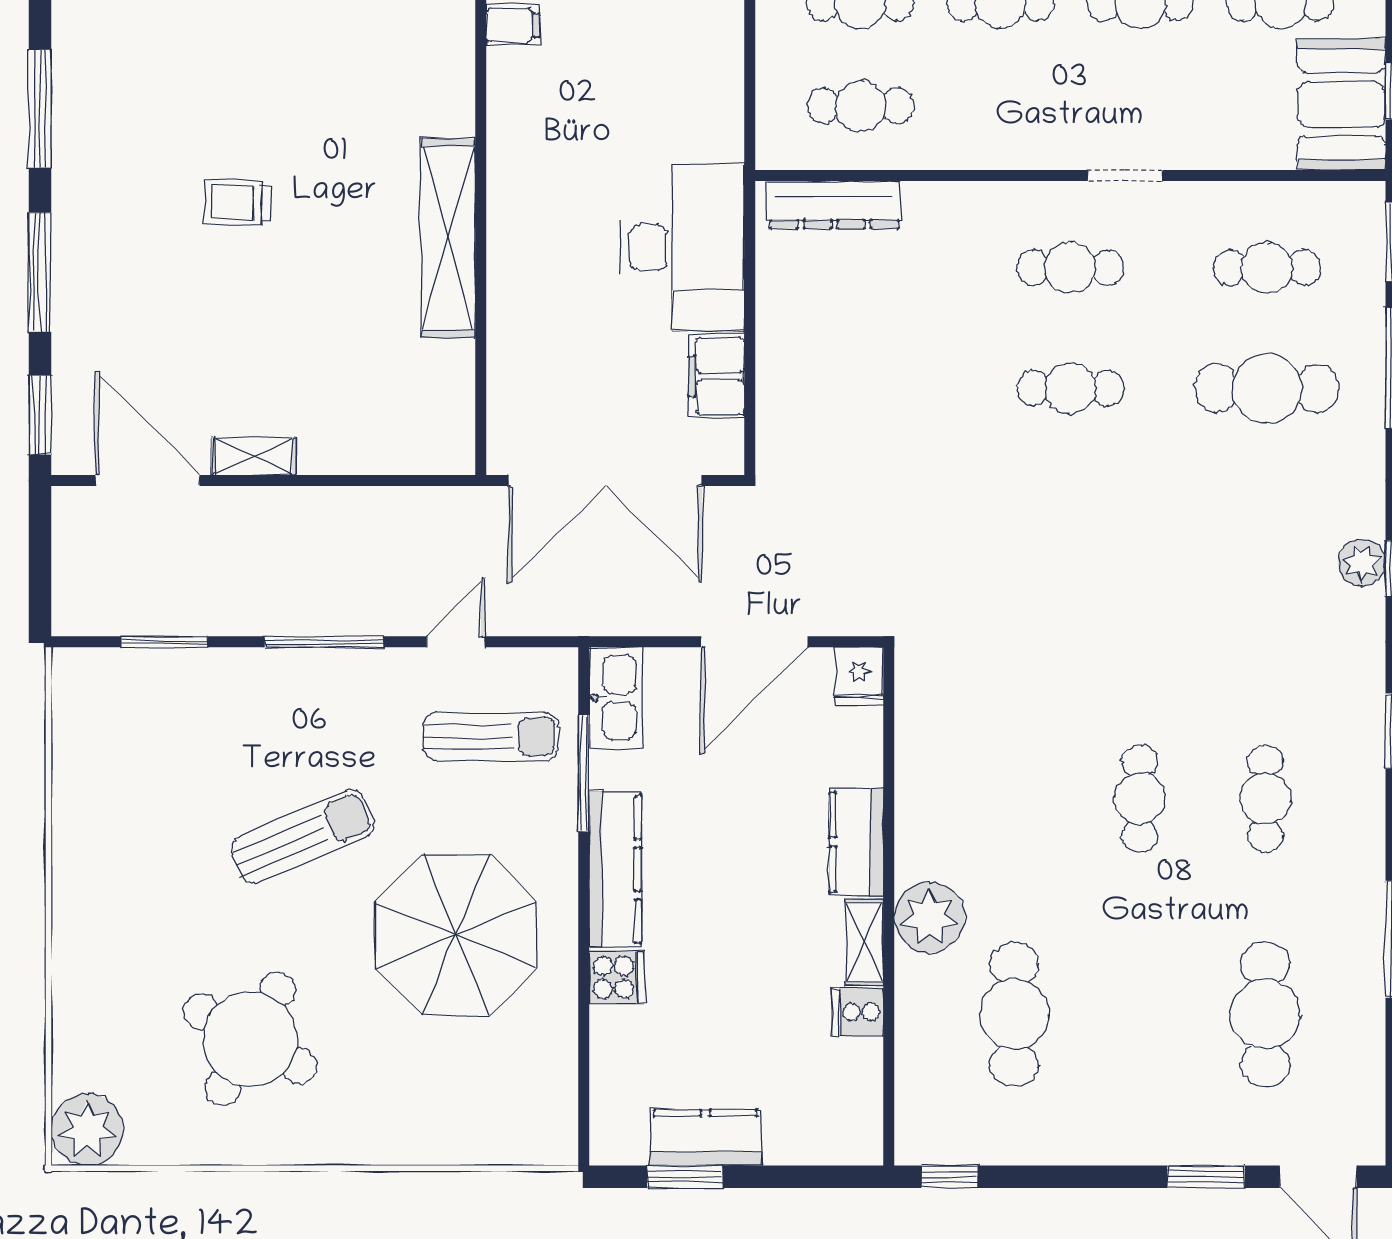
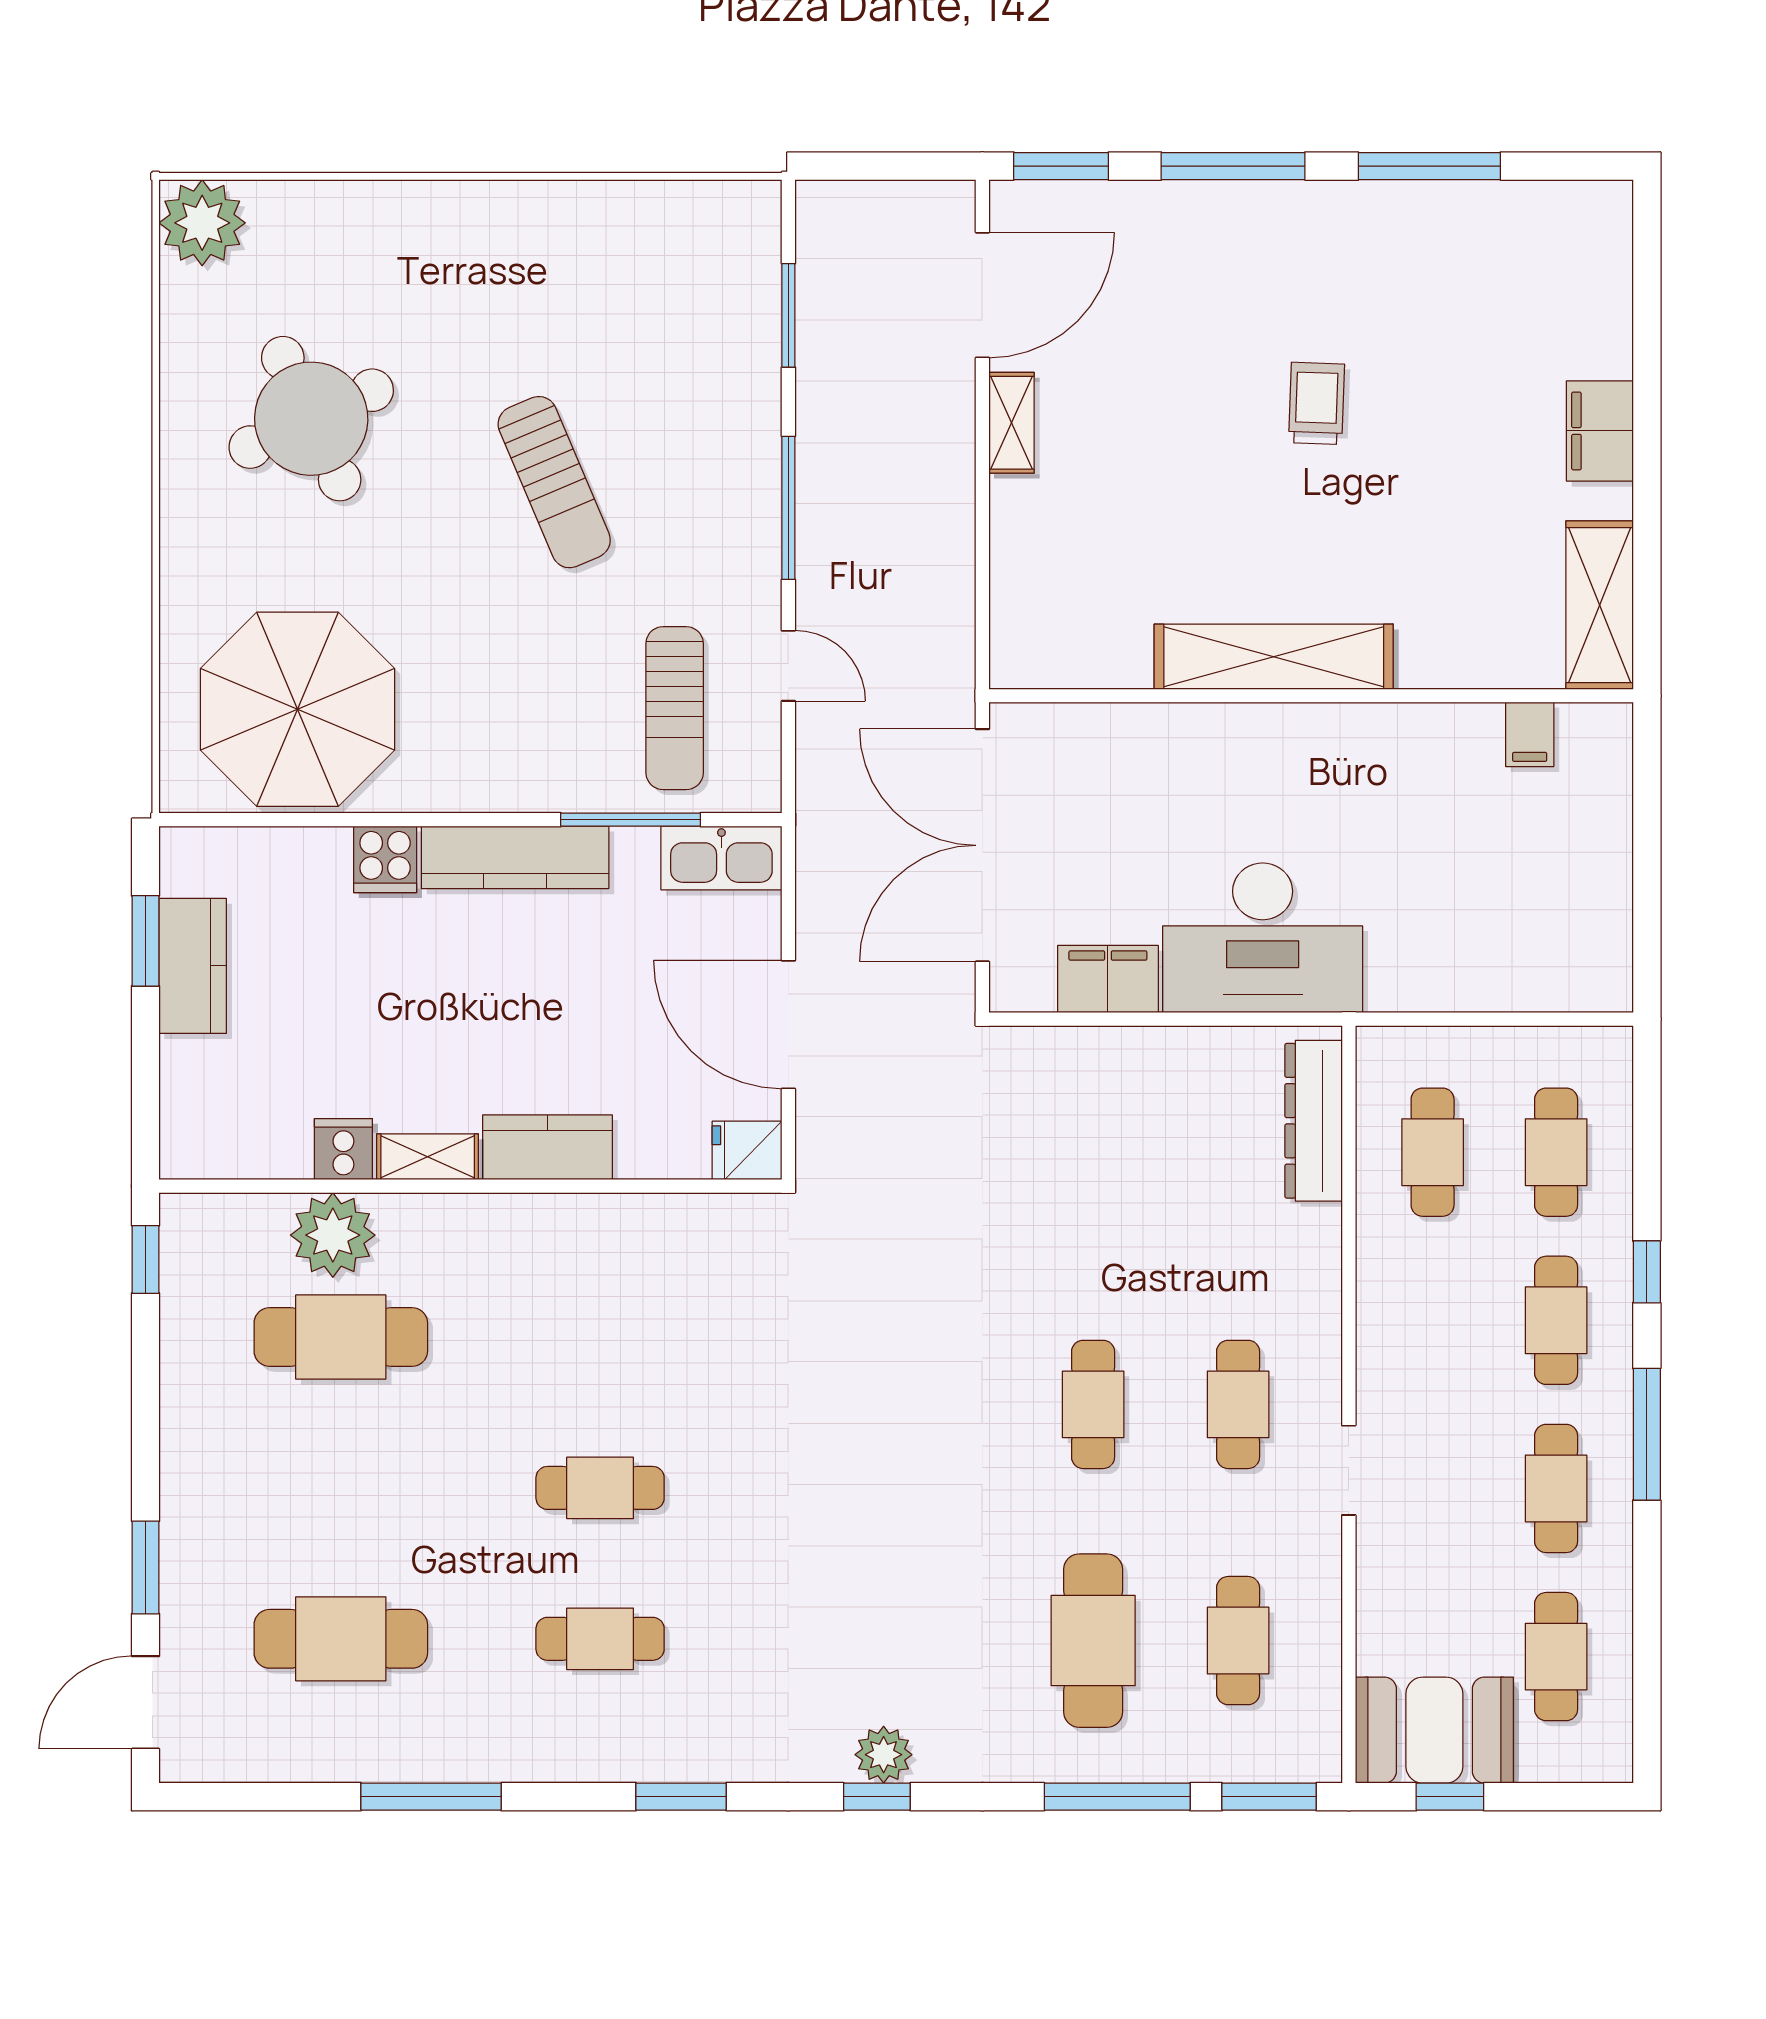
plant: (929, 918) -> (333, 1235), moved
parasol: (456, 935) -> (298, 709), moved
round table: (250, 1039) -> (311, 419), turned 36

